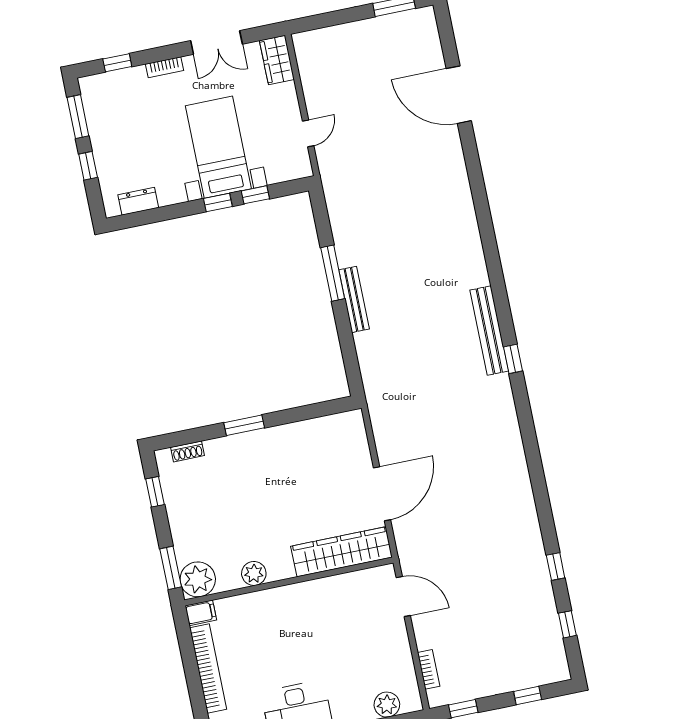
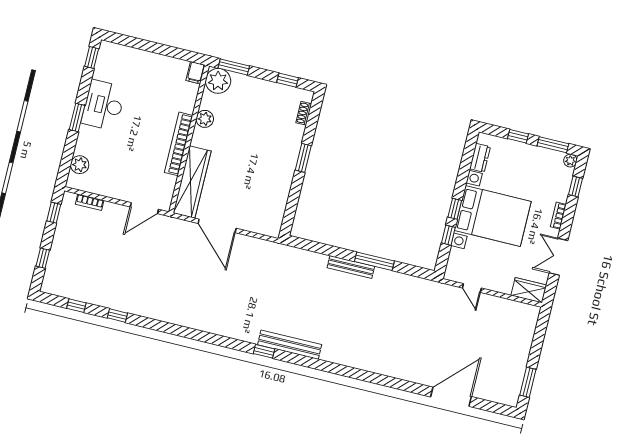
plant: (88, 85) -> (570, 161), added
bed with nightstands: (218, 147) -> (493, 216), width x1.36
bookcase: (208, 668) -> (179, 144), moved, turned 90

